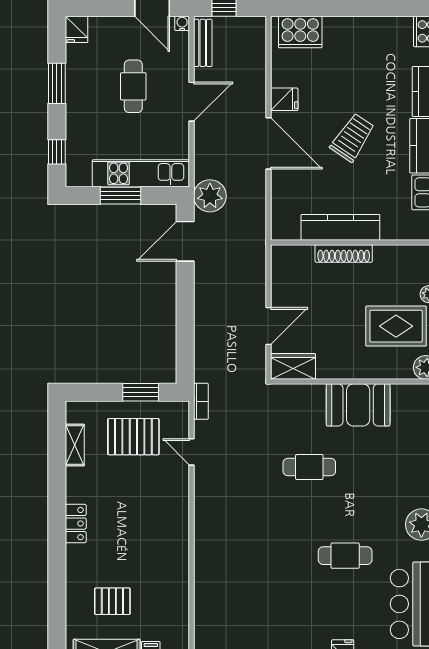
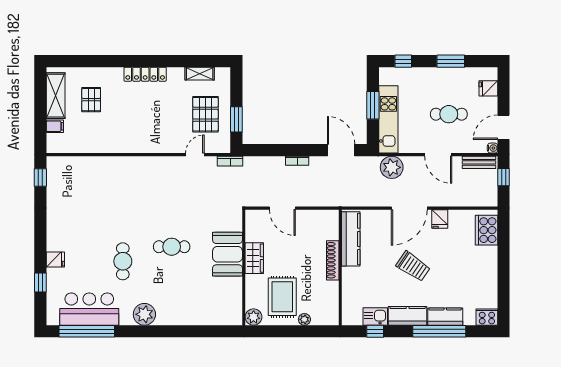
fridge: (77, 29) -> (488, 88), moved
plant: (210, 196) -> (392, 167), moved
kitchen counter: (340, 227) -> (351, 239), moved
bookcase: (200, 305) -> (297, 161), added
wardrobe: (293, 366) -> (254, 258), moved
booth: (358, 405) -> (227, 254), moved
cafe table: (309, 467) -> (172, 247), moved, turned 90
locker: (76, 524) -> (145, 74), width x1.53

